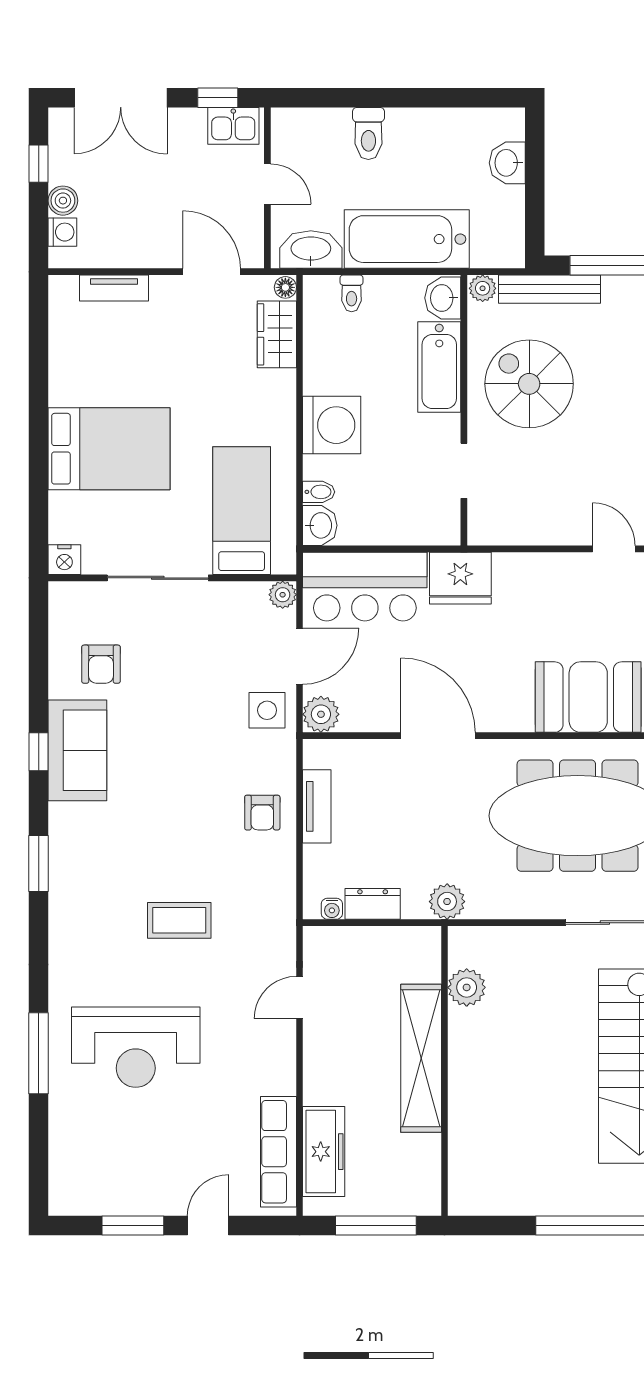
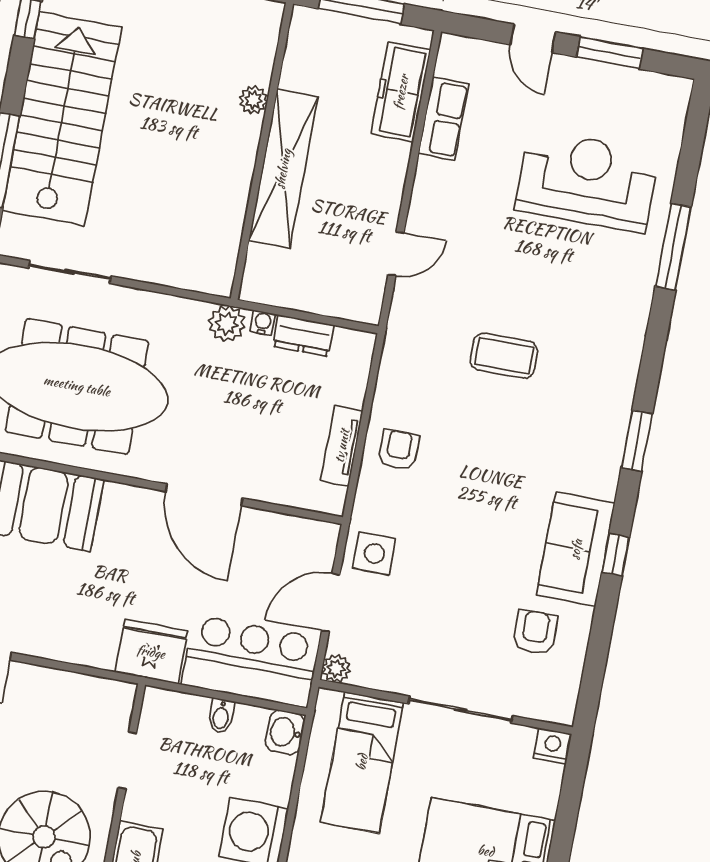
bidet: (319, 492) -> (221, 716), moved, turned -90
plant: (321, 714) -> (320, 539), removed
water cooler: (332, 909) -> (263, 323), moved
plant: (467, 987) -> (254, 100), moved, width x0.73, depth x0.73
reception desk: (136, 1047) -> (587, 181), moved
row of seats: (278, 1152) -> (444, 119), width x0.68
door: (208, 1225) -> (533, 38), hinge flipped

